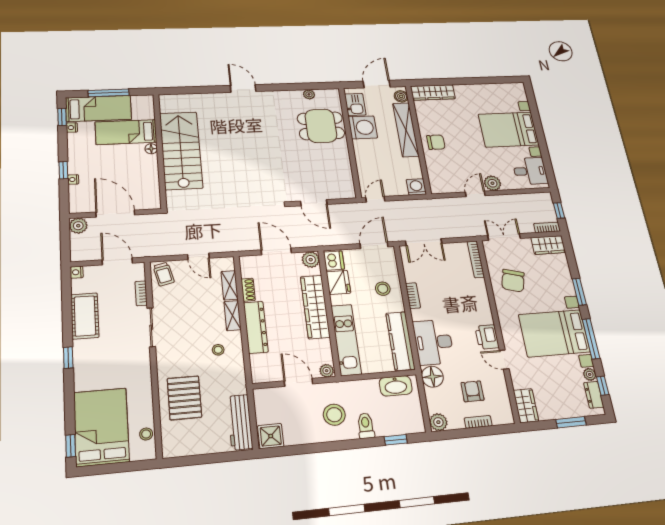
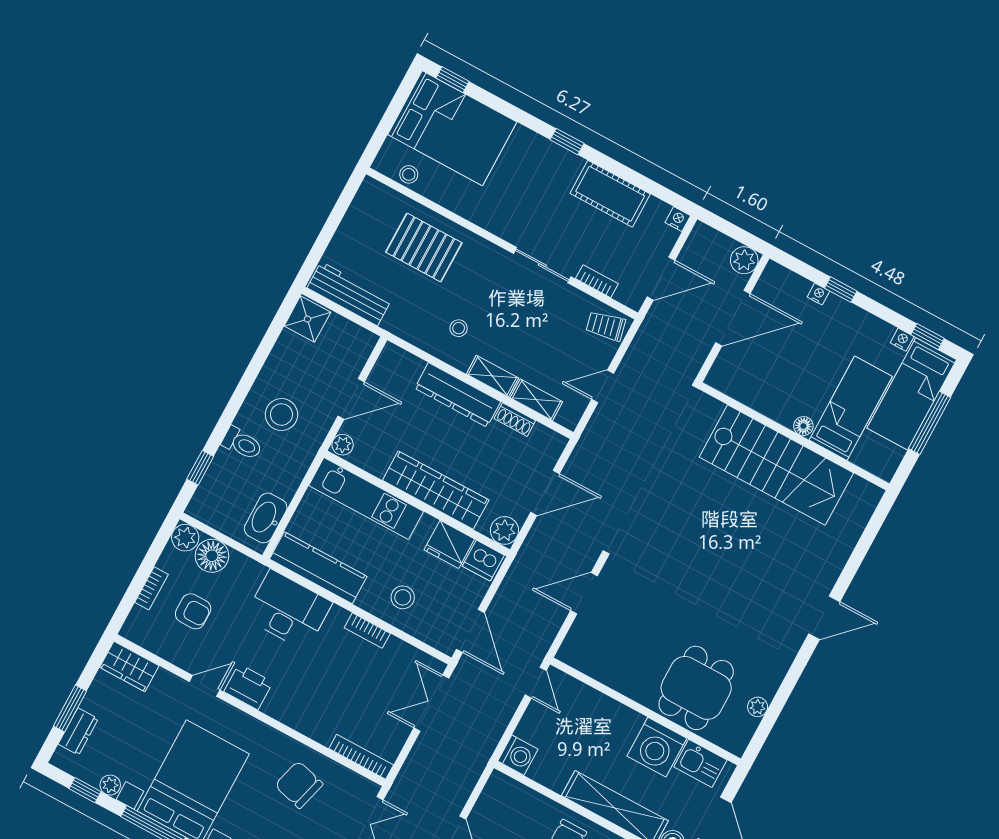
floor lamp: (432, 377) -> (212, 556), moved
dresser: (594, 395) -> (78, 731), moved, turned 90

